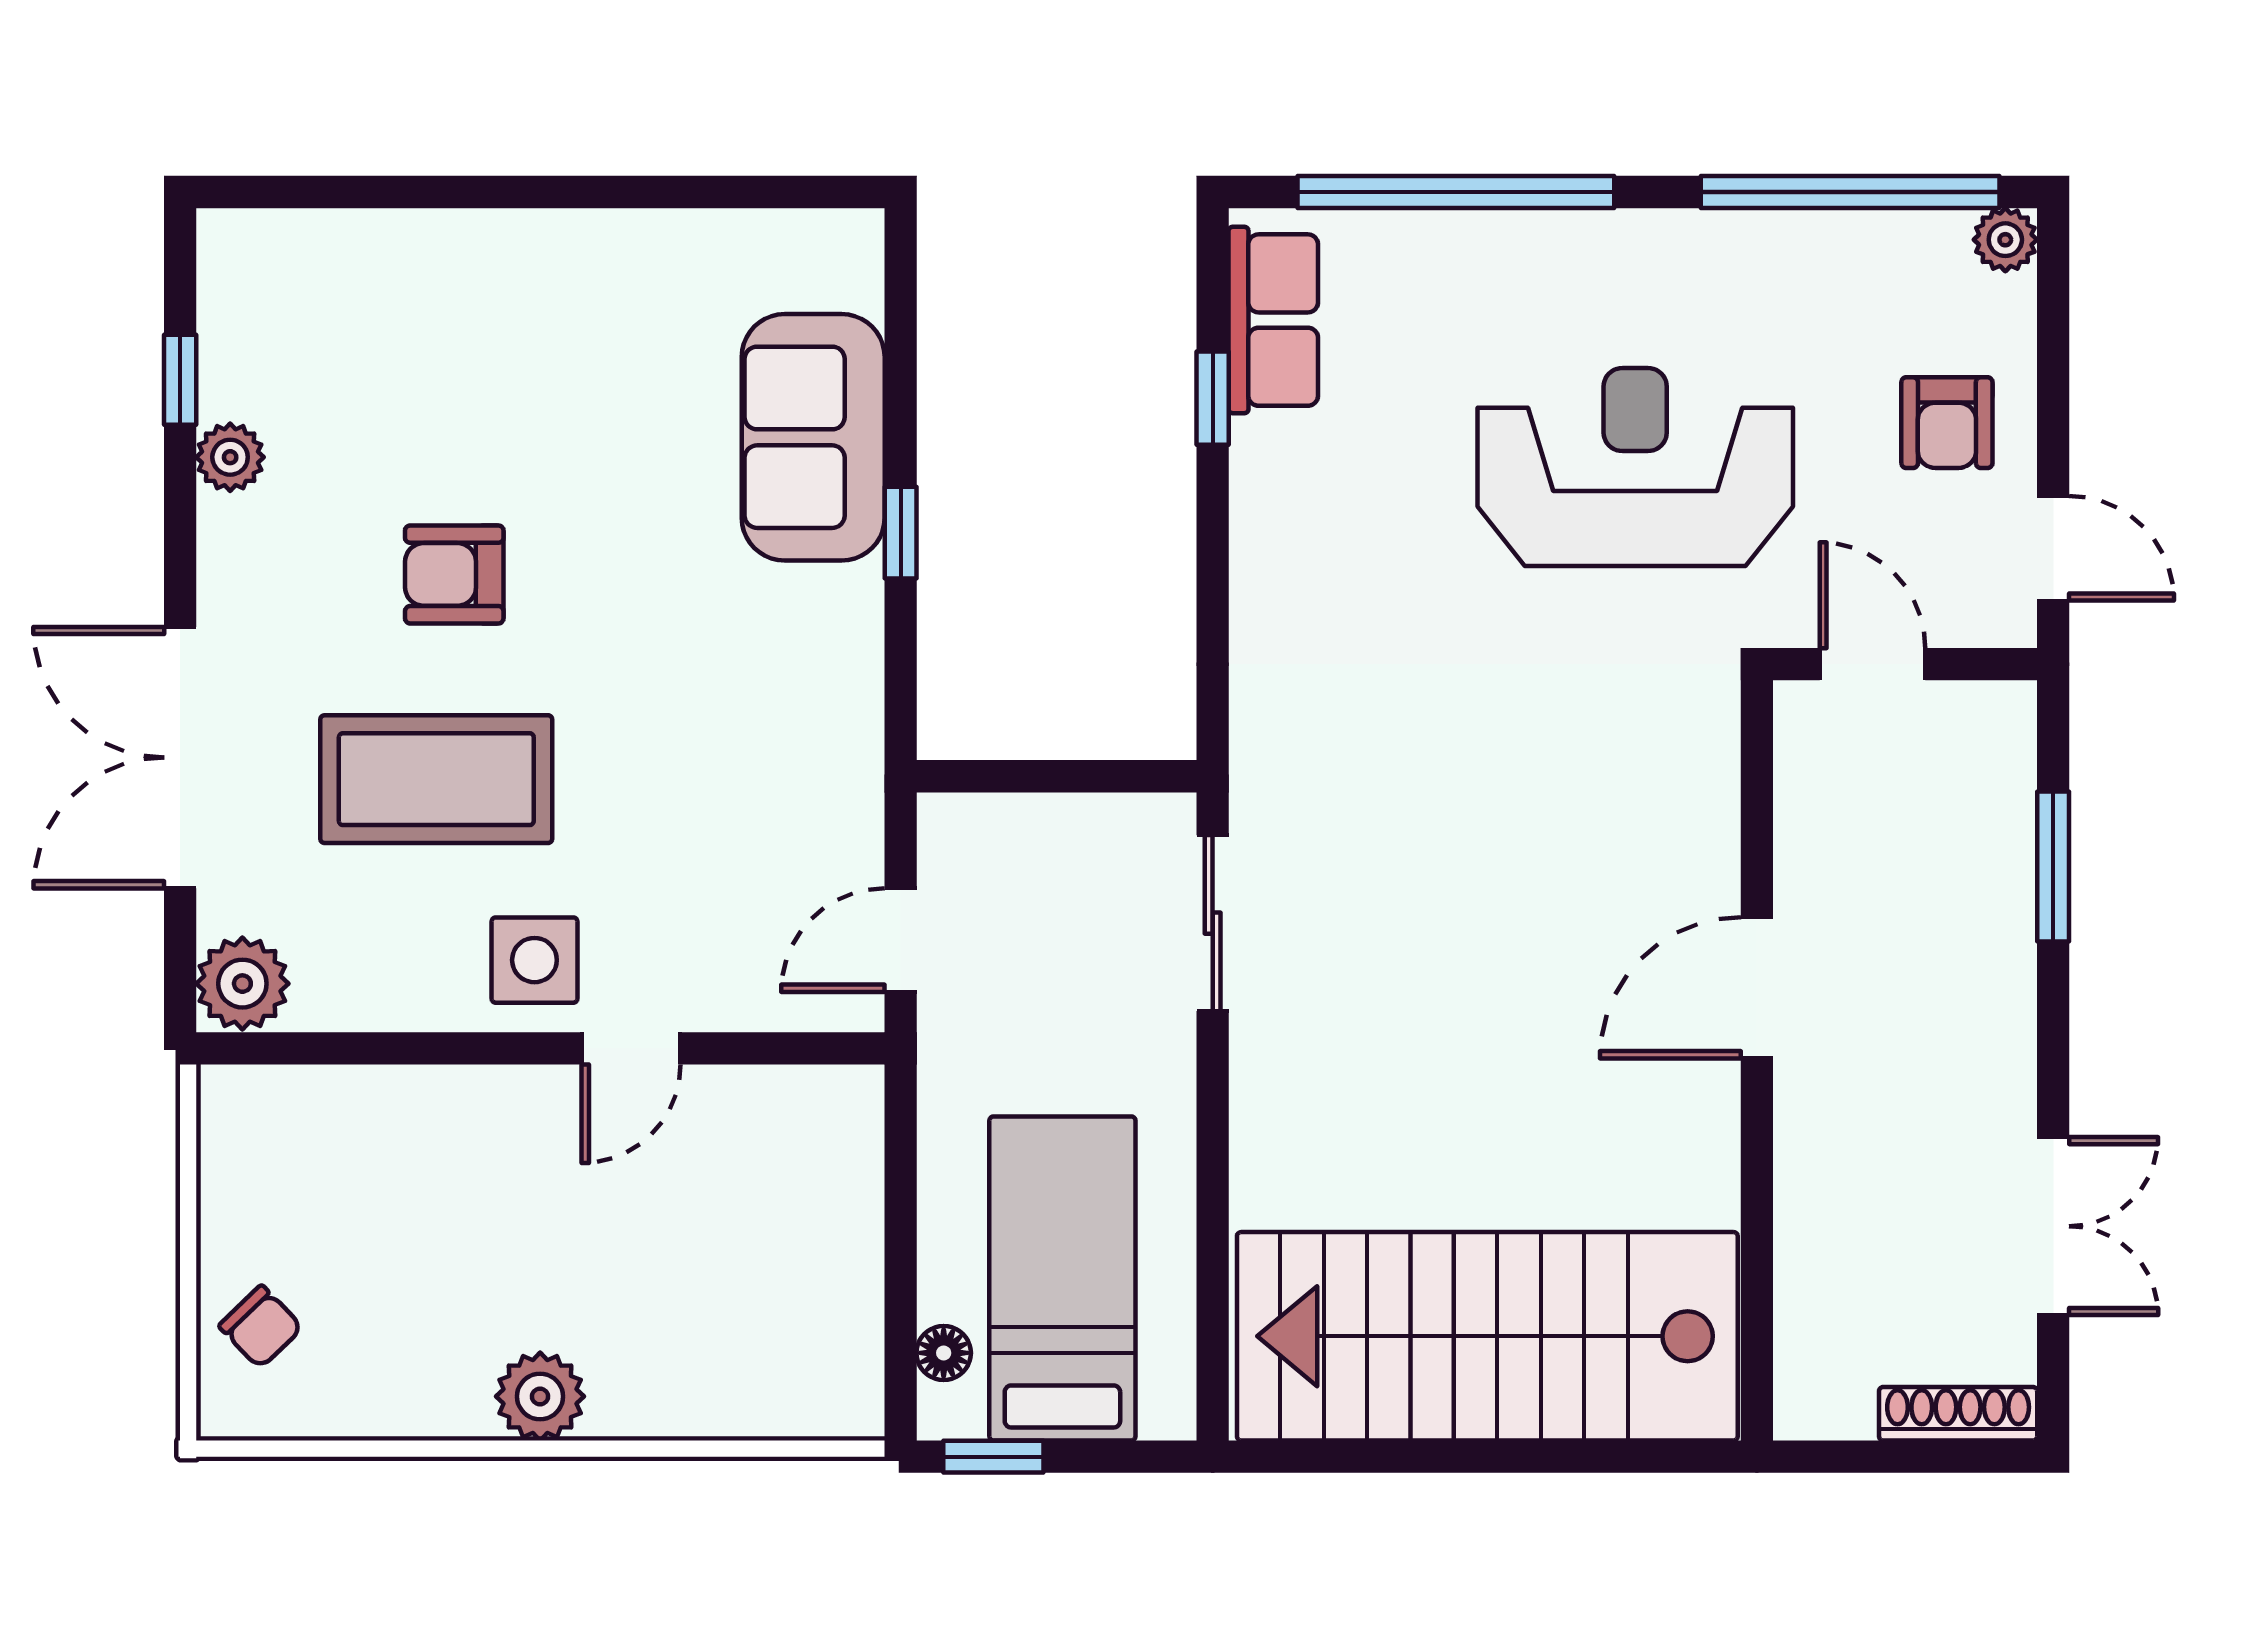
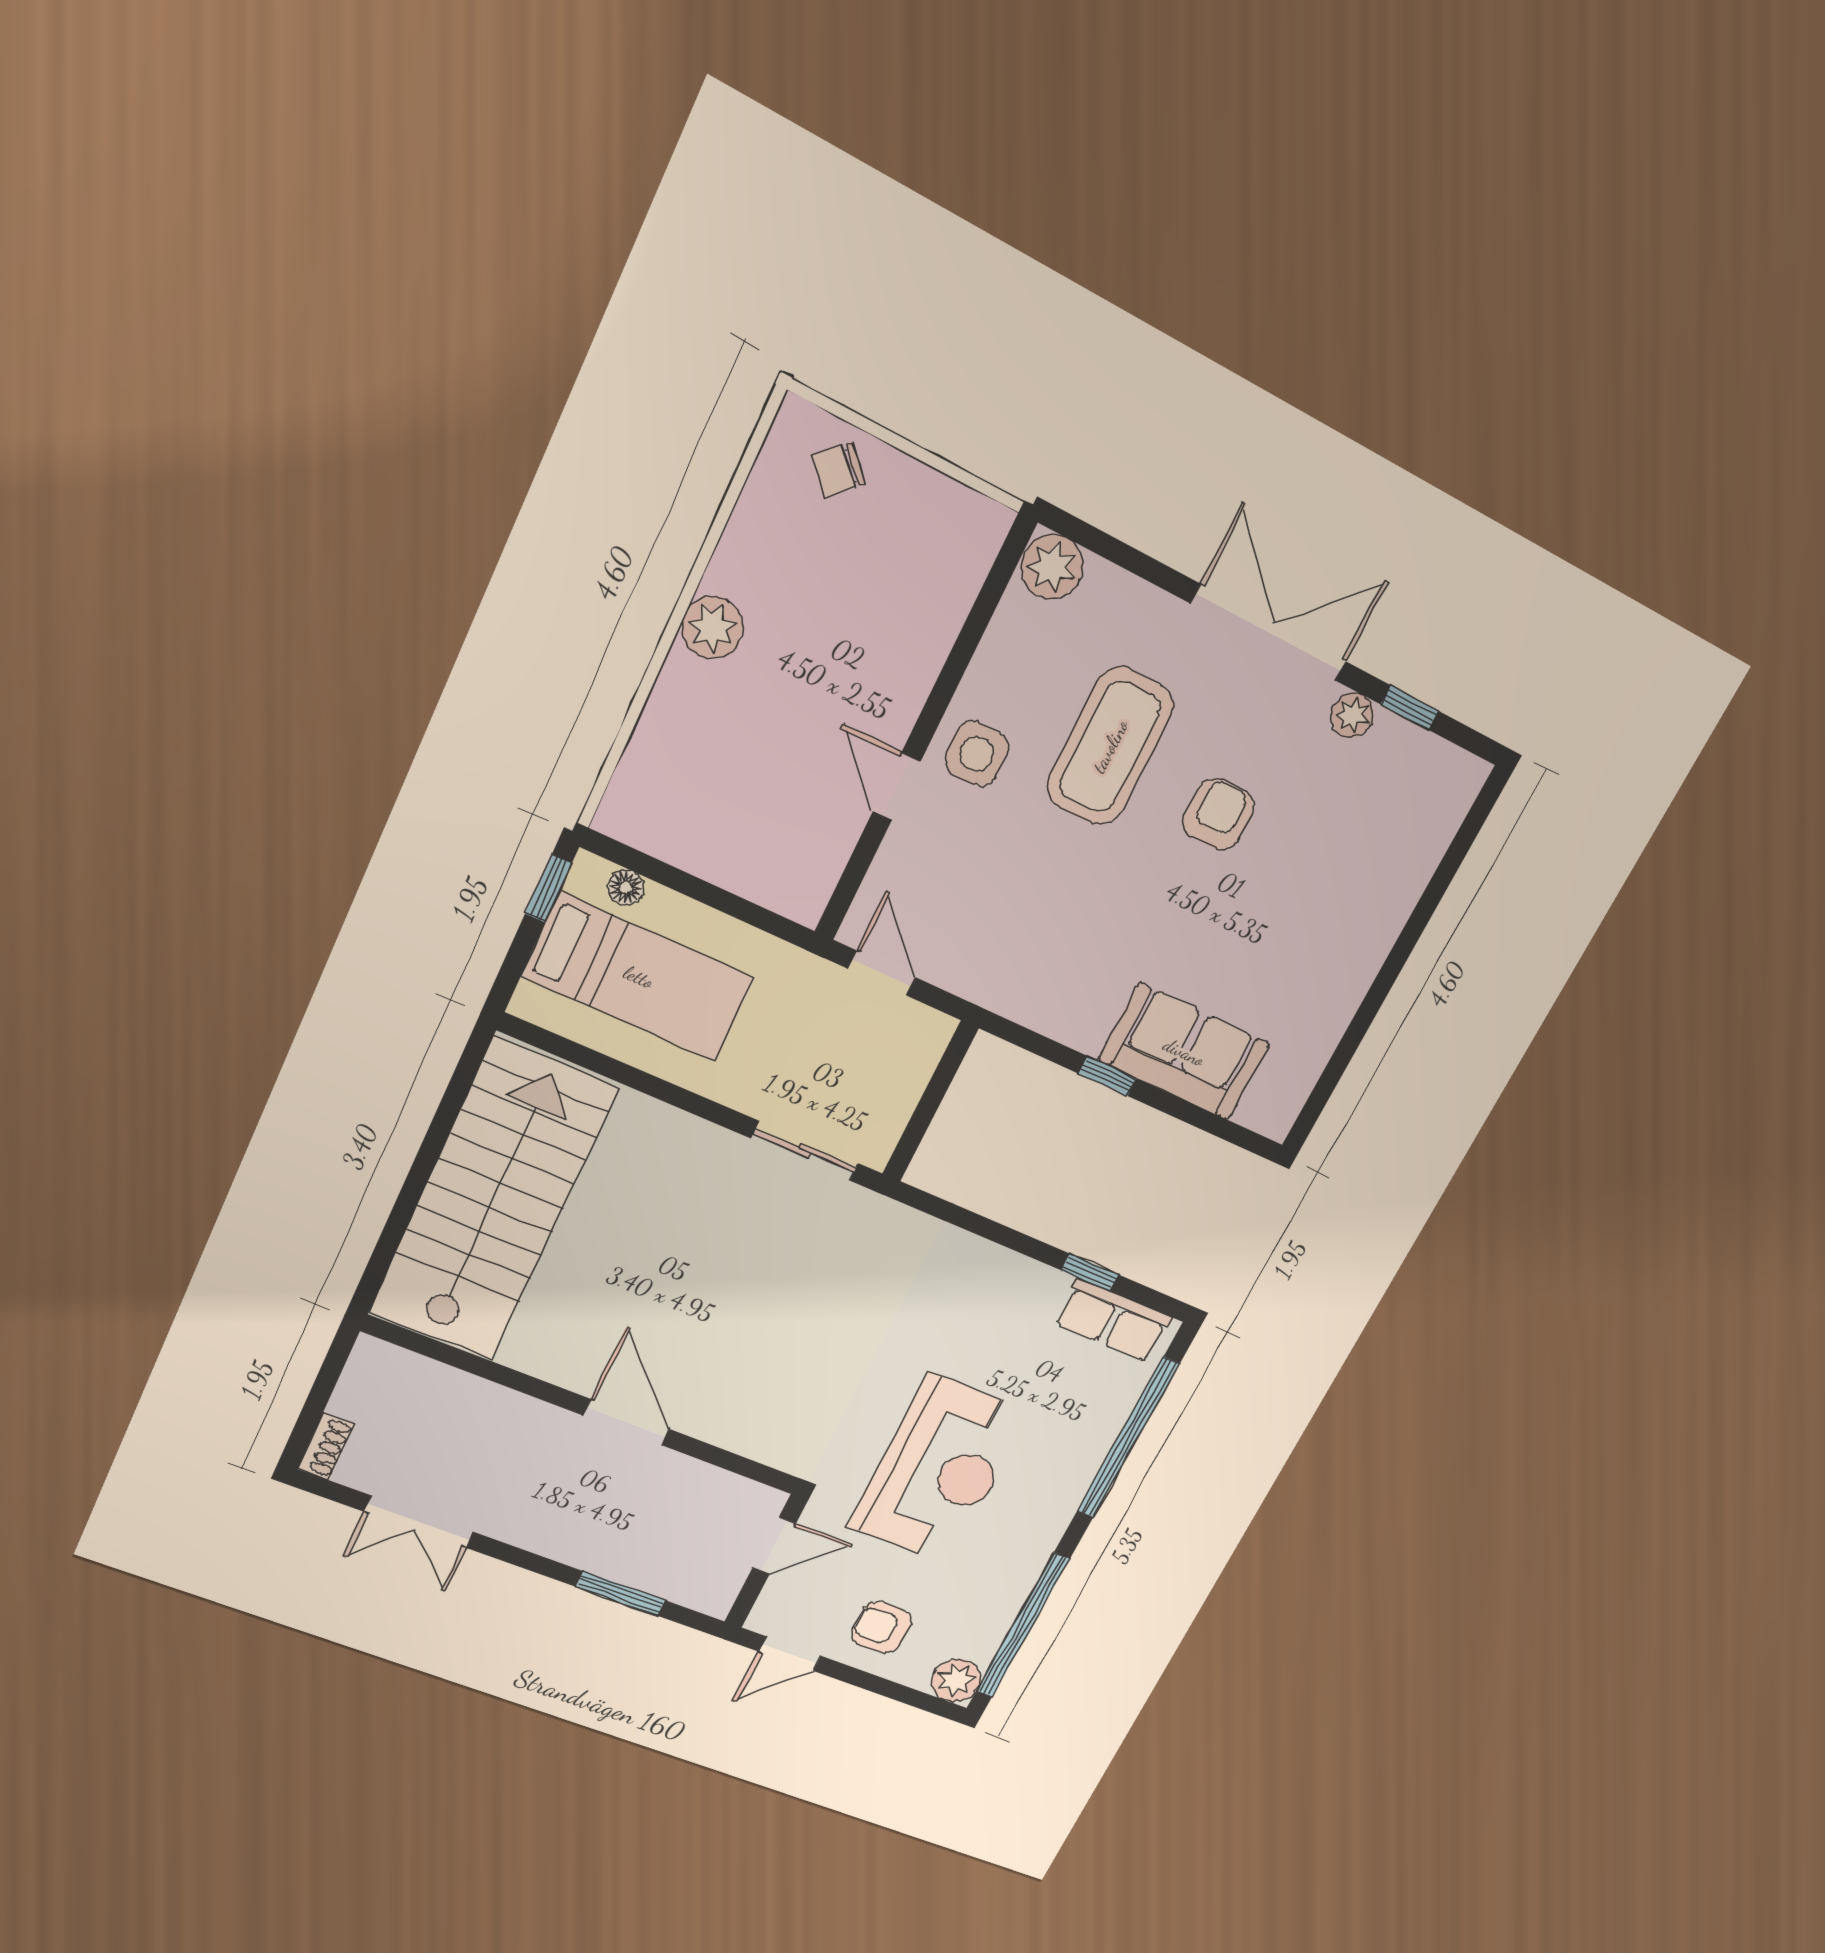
plant: (2005, 240) -> (956, 1680), width x1.38, depth x1.38
double door: (180, 758) -> (1269, 633), moved
shoe rack: (1958, 1414) -> (326, 1446), width x0.70

